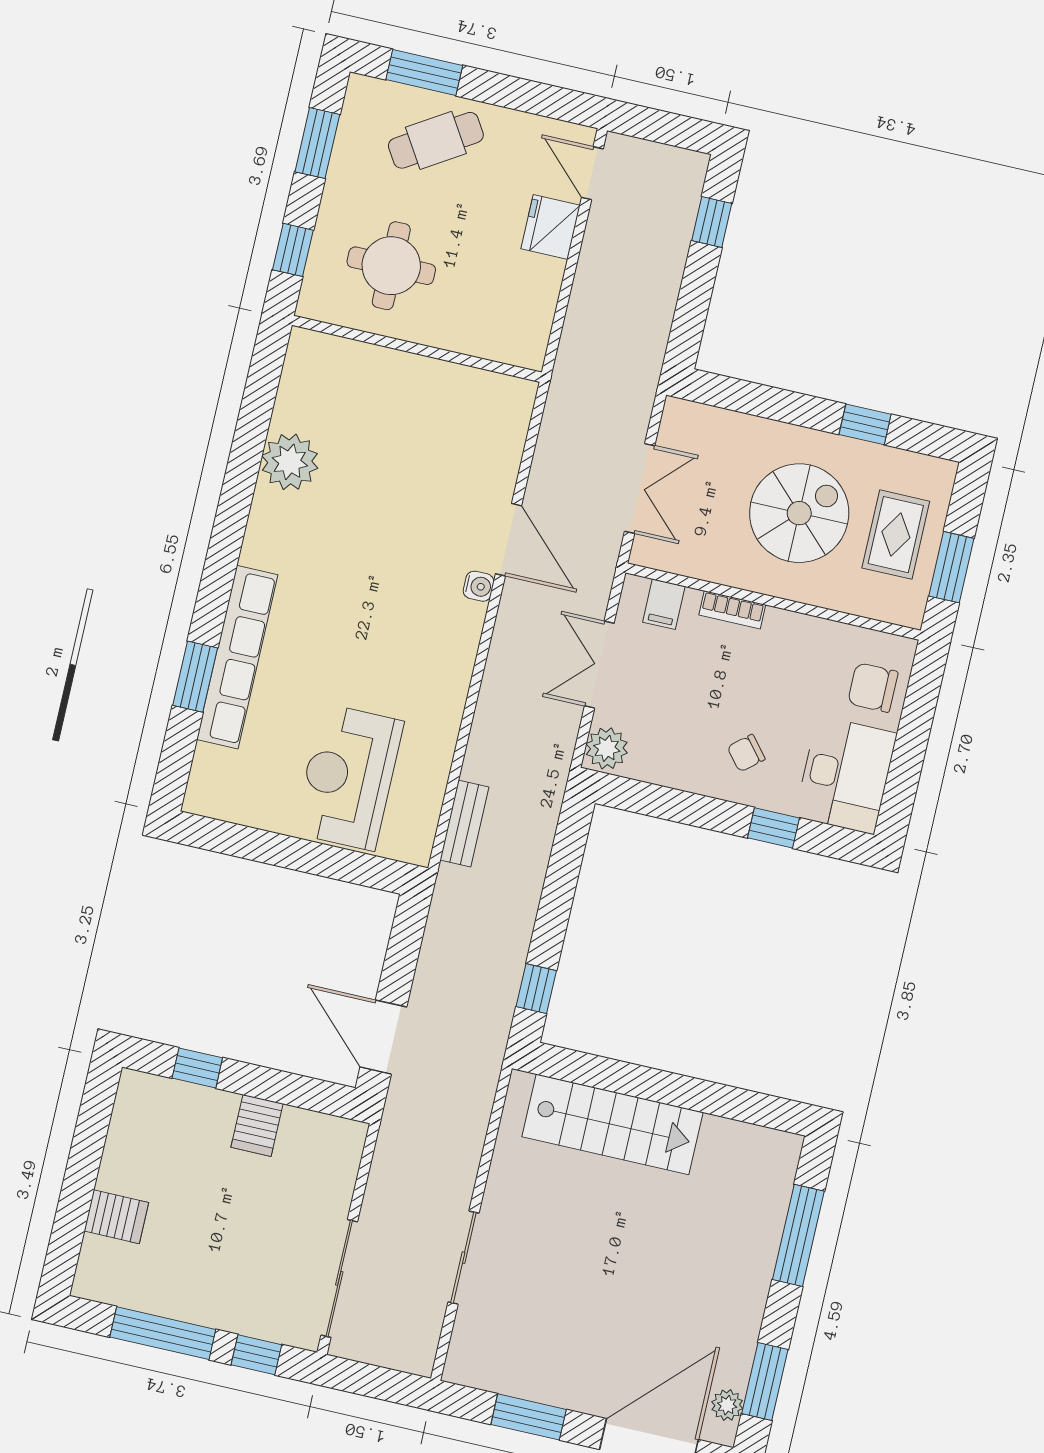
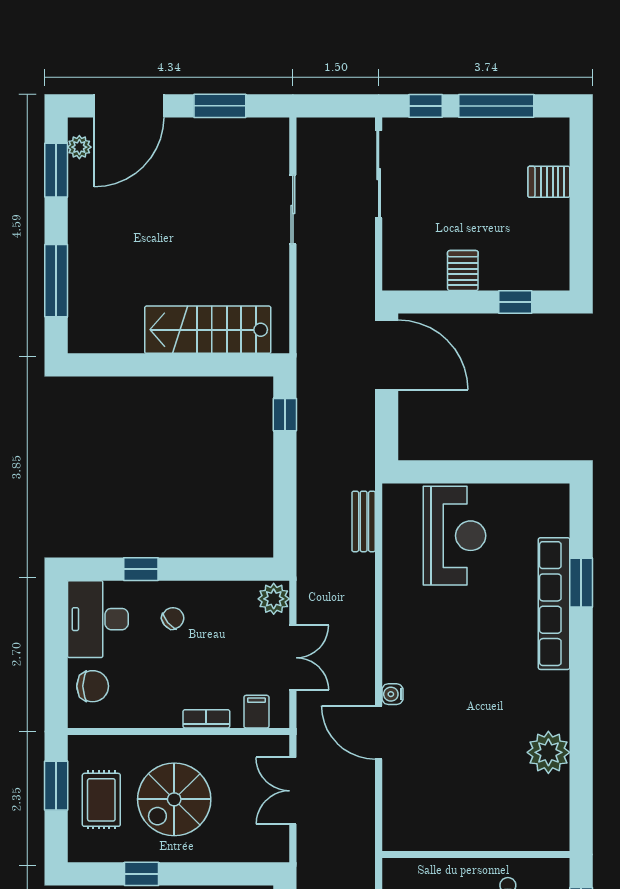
door: (383, 1037) -> (387, 355), width x1.36

